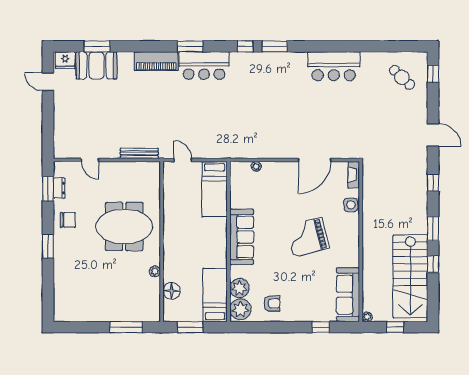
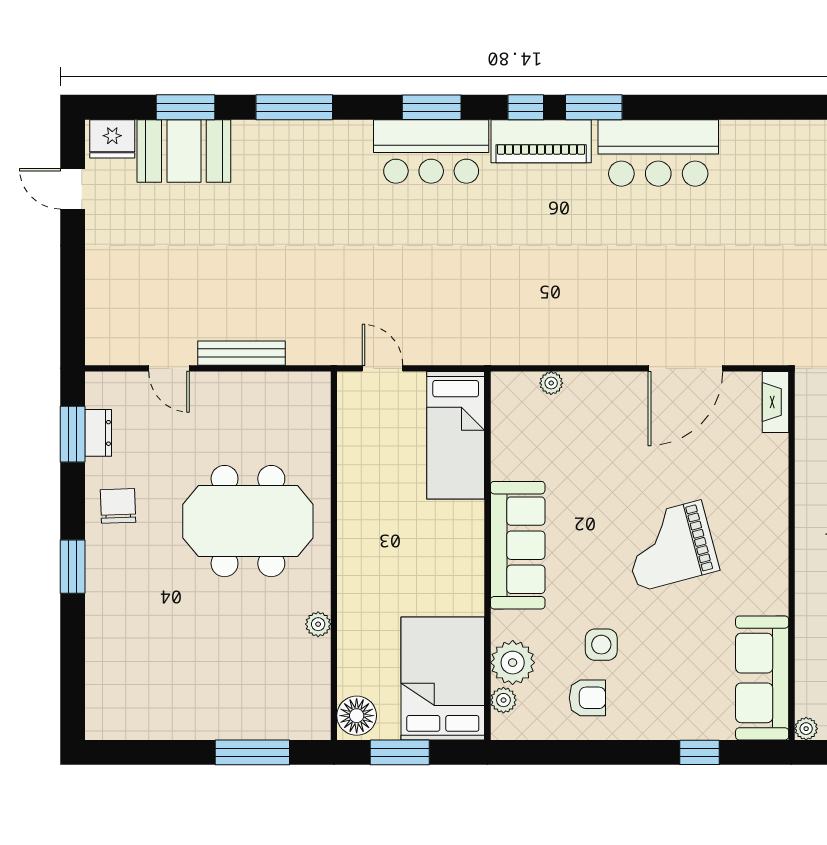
window: (144, 46) -> (294, 107), added
window: (190, 46) -> (432, 107), moved
piano: (156, 61) -> (541, 141), moved
bar counter: (334, 66) -> (658, 153), moved
bench: (139, 153) -> (241, 353), moved
side table: (351, 205) -> (601, 645), moved
chair: (68, 220) -> (118, 506), turned -92
floor lamp: (172, 291) -> (357, 716), moved
bed: (215, 295) -> (443, 678), width x1.50
plant: (240, 309) -> (503, 700), width x0.53, depth x0.53

